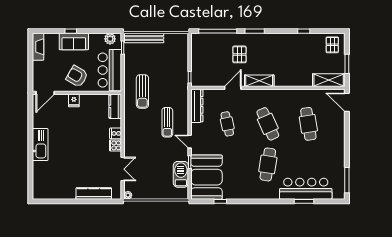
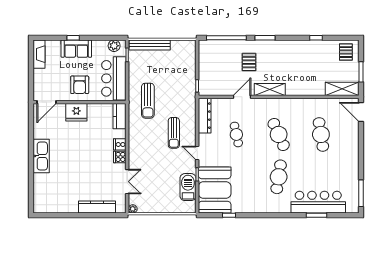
armchair: (77, 76) -> (80, 85), turned -120
fridge: (74, 100) -> (76, 112), width x1.88, depth x1.34

